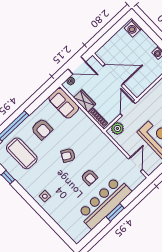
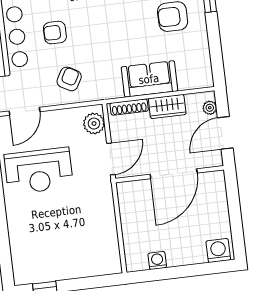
sofa: (64, 103) -> (149, 79), moved
door: (128, 109) -> (111, 159), hinge flipped
armchair: (68, 155) -> (69, 79), moved
door: (136, 164) -> (24, 111), hinge flipped

